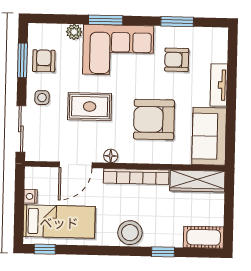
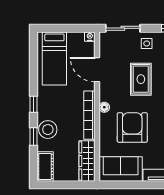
floor lamp: (111, 156) -> (104, 107), moved
nightstand: (31, 196) -> (90, 37), moved
stool: (130, 233) -> (48, 130), moved
window: (45, 249) -> (34, 104), moved

